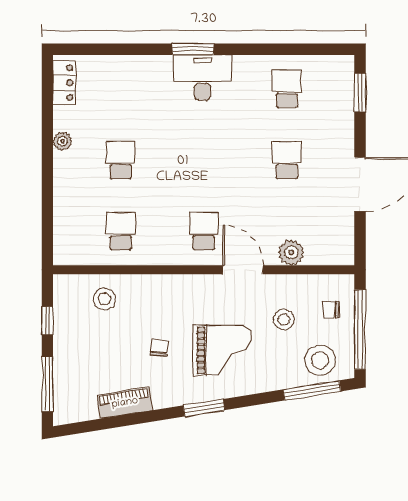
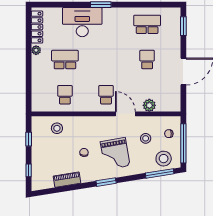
desk: (203, 78) -> (82, 22), moved, width x1.36, depth x1.30
locker: (64, 83) -> (37, 27), width x1.53
school desk: (287, 89) -> (147, 24), width x1.85
school desk: (121, 160) -> (65, 60), width x1.85
grand piano: (222, 350) -> (115, 154), turned 80
window: (47, 384) -> (29, 170), width x0.46

